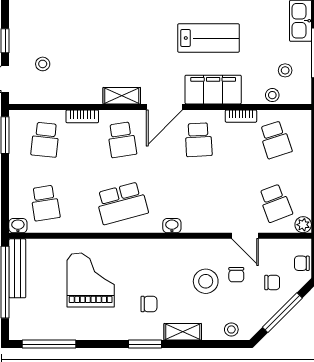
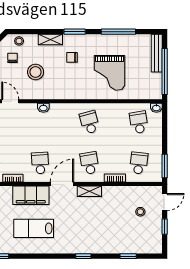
school desk: (122, 203) -> (89, 122), width x0.54
washbasin: (172, 226) -> (43, 108), moved
bench: (17, 268) -> (157, 53), moved
chair: (236, 275) -> (12, 58), moved
window: (49, 344) -> (118, 32), moved

